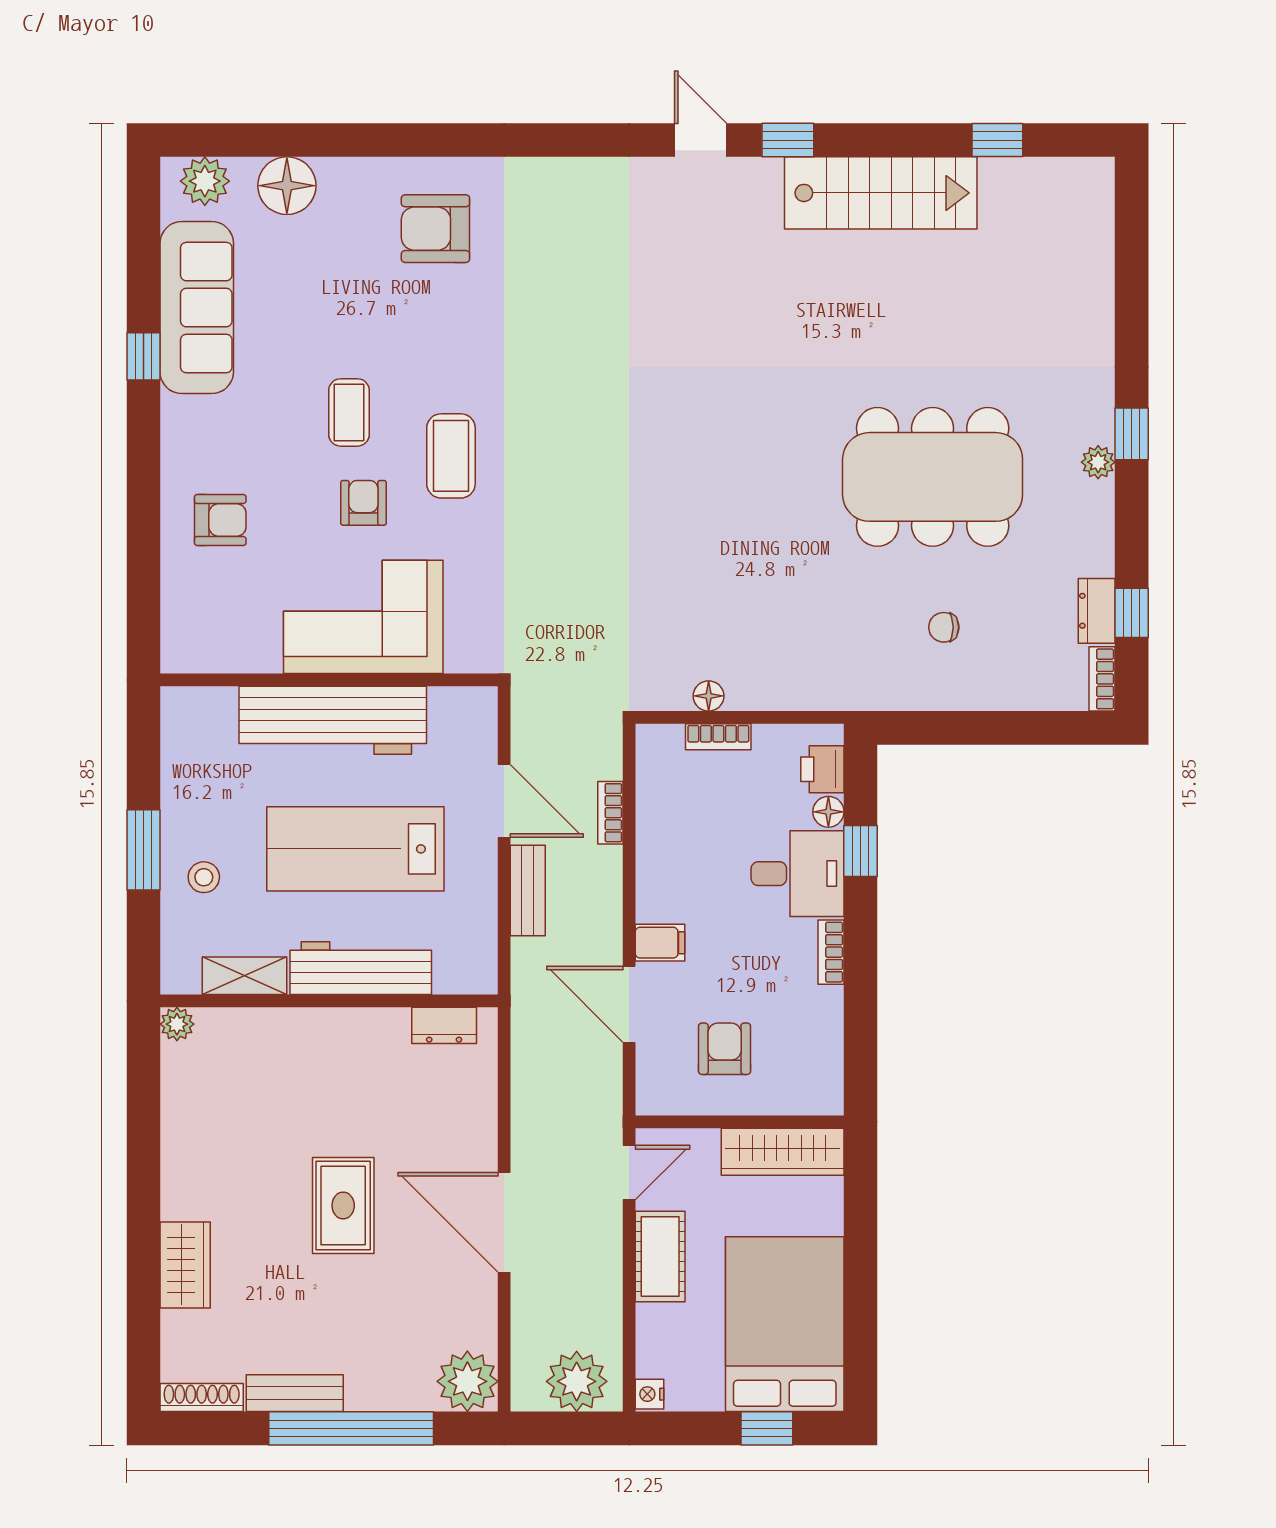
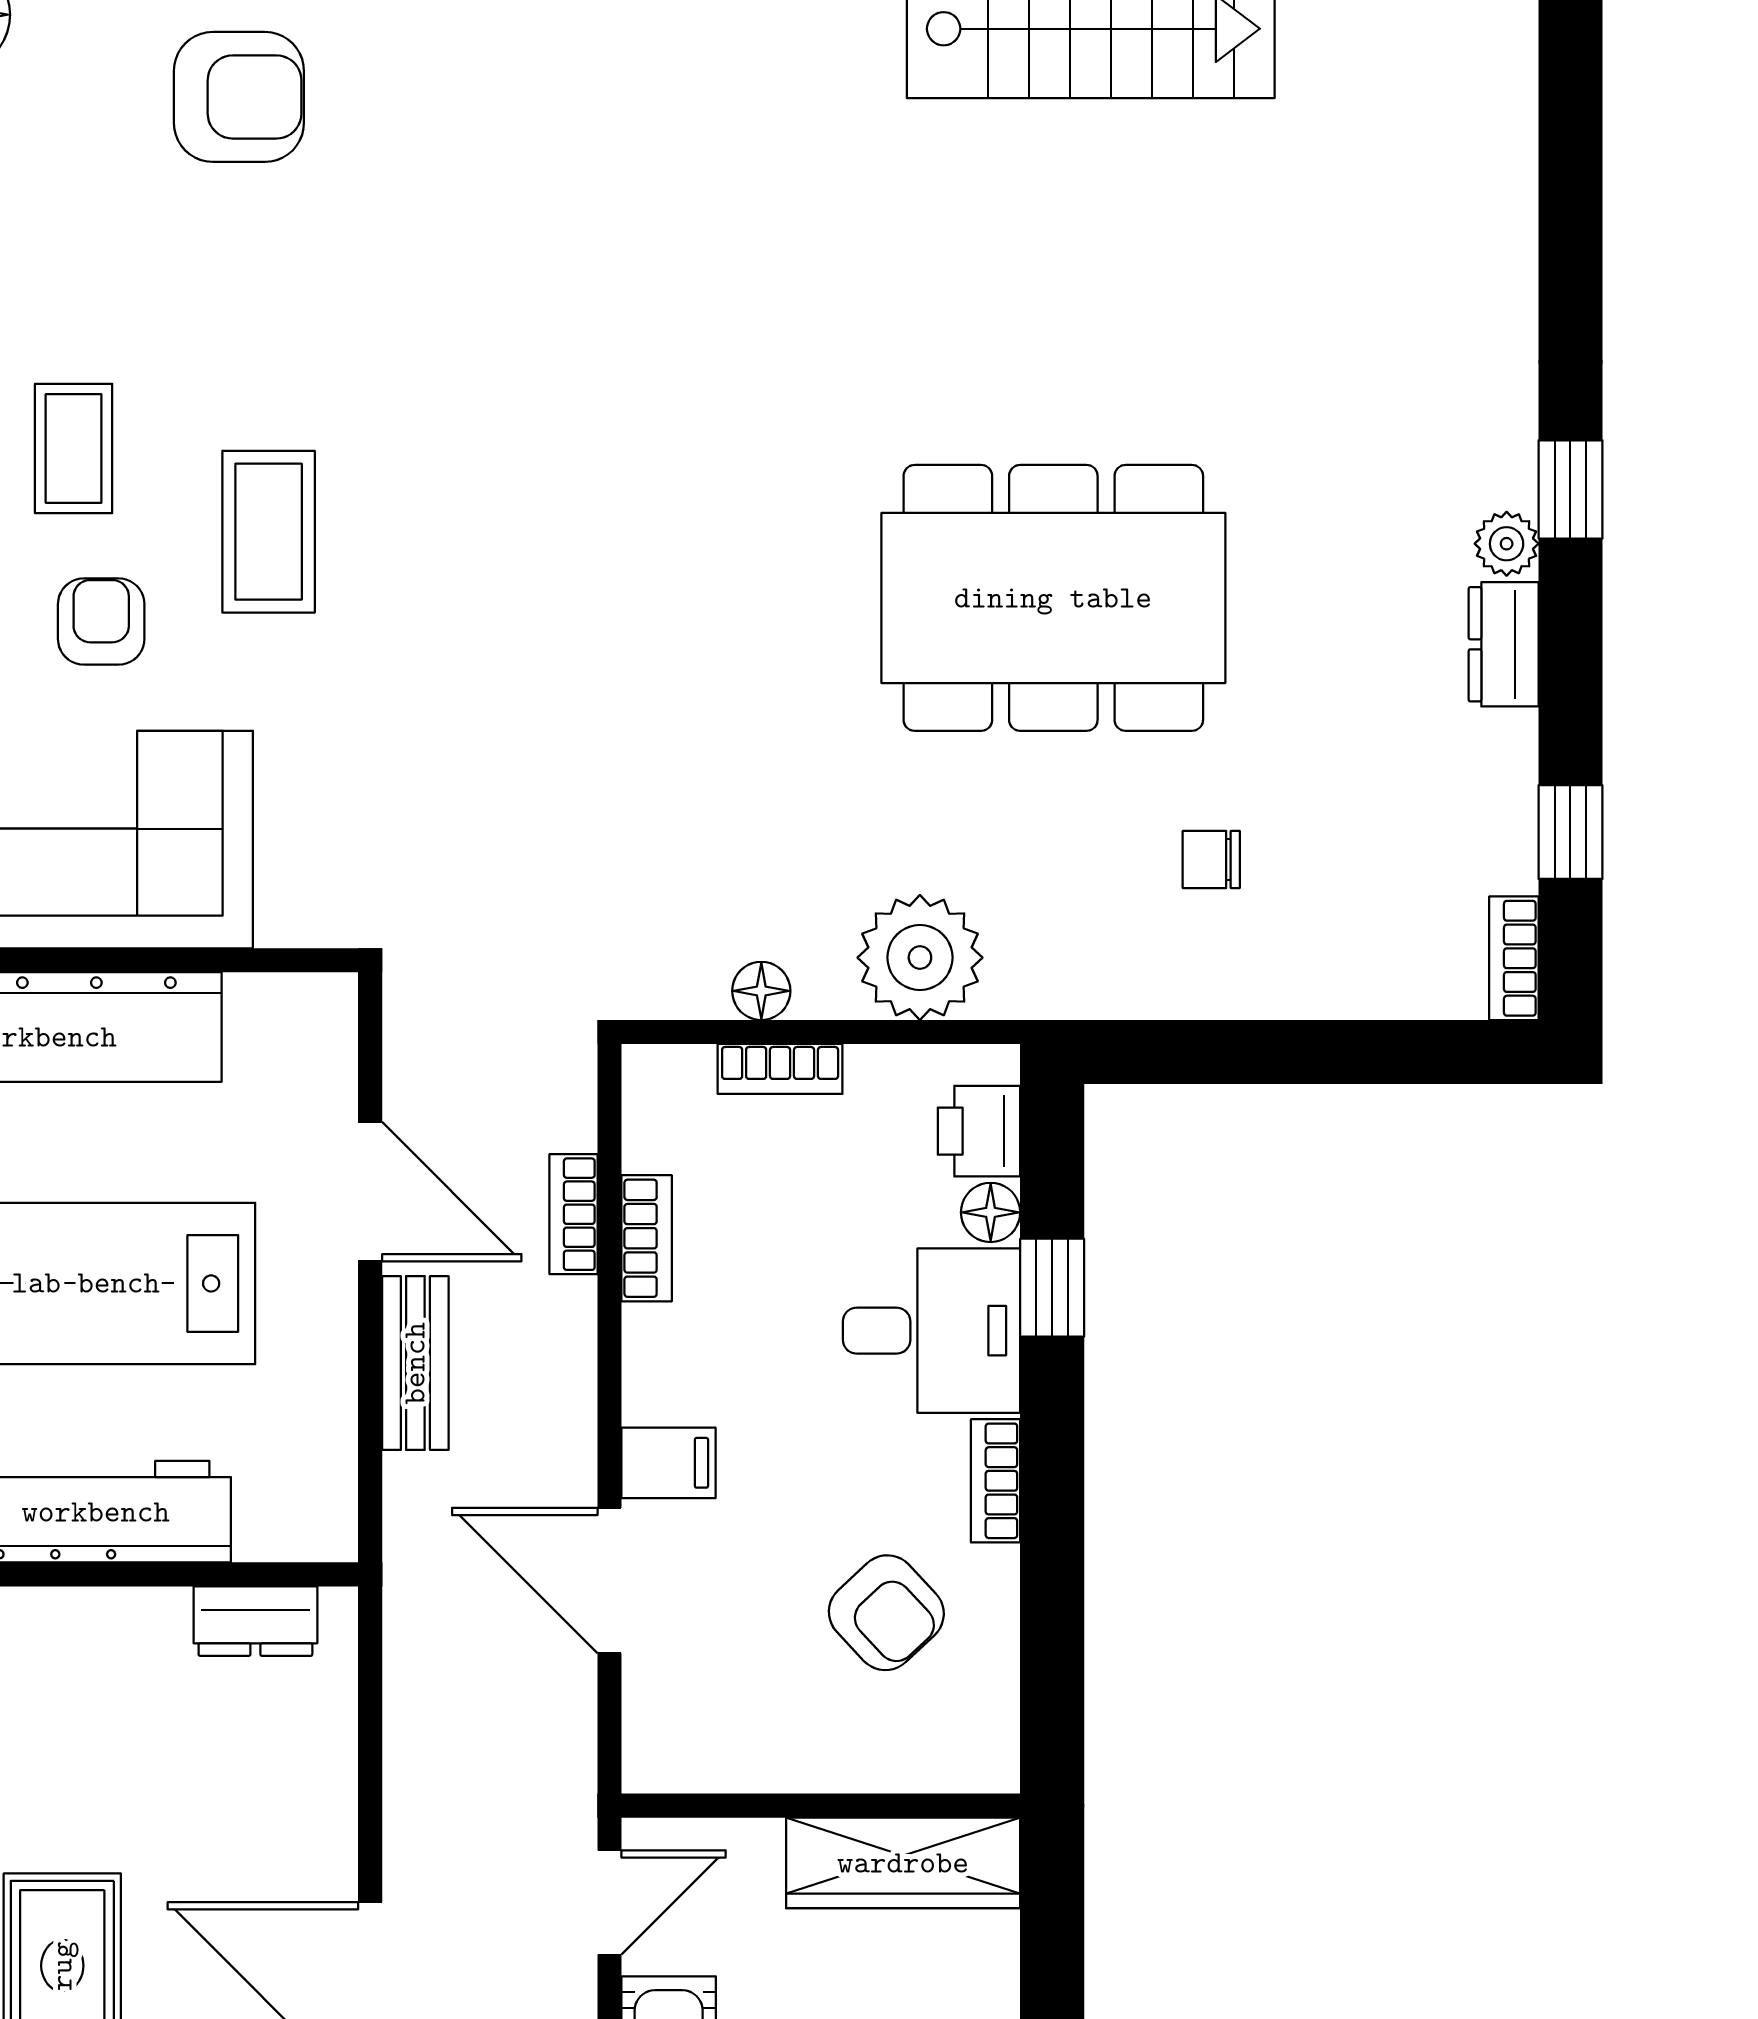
armchair: (435, 229) -> (239, 97), turned 180
dining table: (933, 477) -> (1053, 598), moved
dresser: (1097, 611) -> (1504, 644), moved
plant: (792, 679) -> (920, 958), added
bookcase: (649, 825) -> (647, 1238), added
armchair: (725, 1049) -> (886, 1613), moved, turned 137

